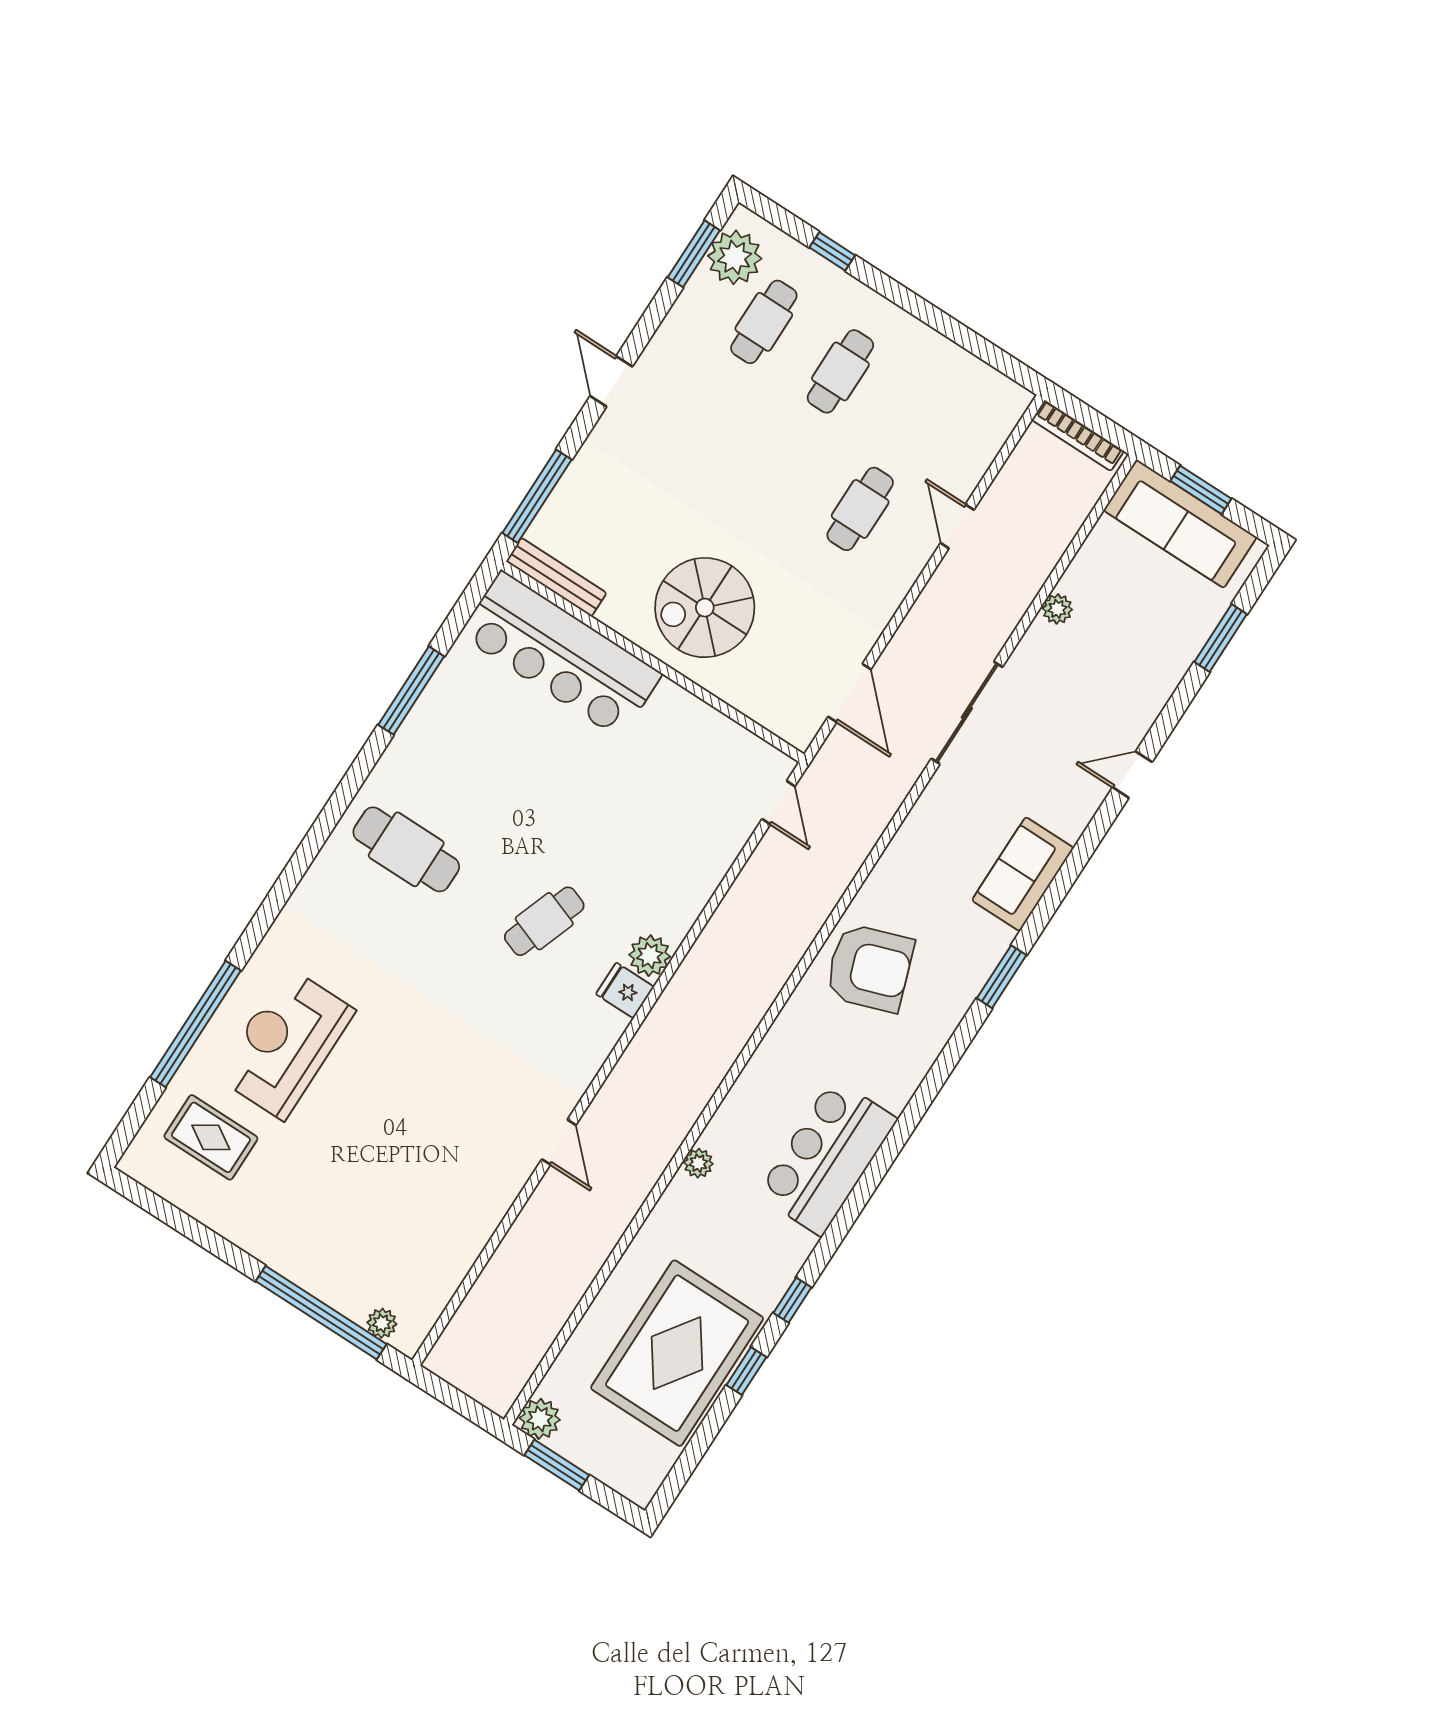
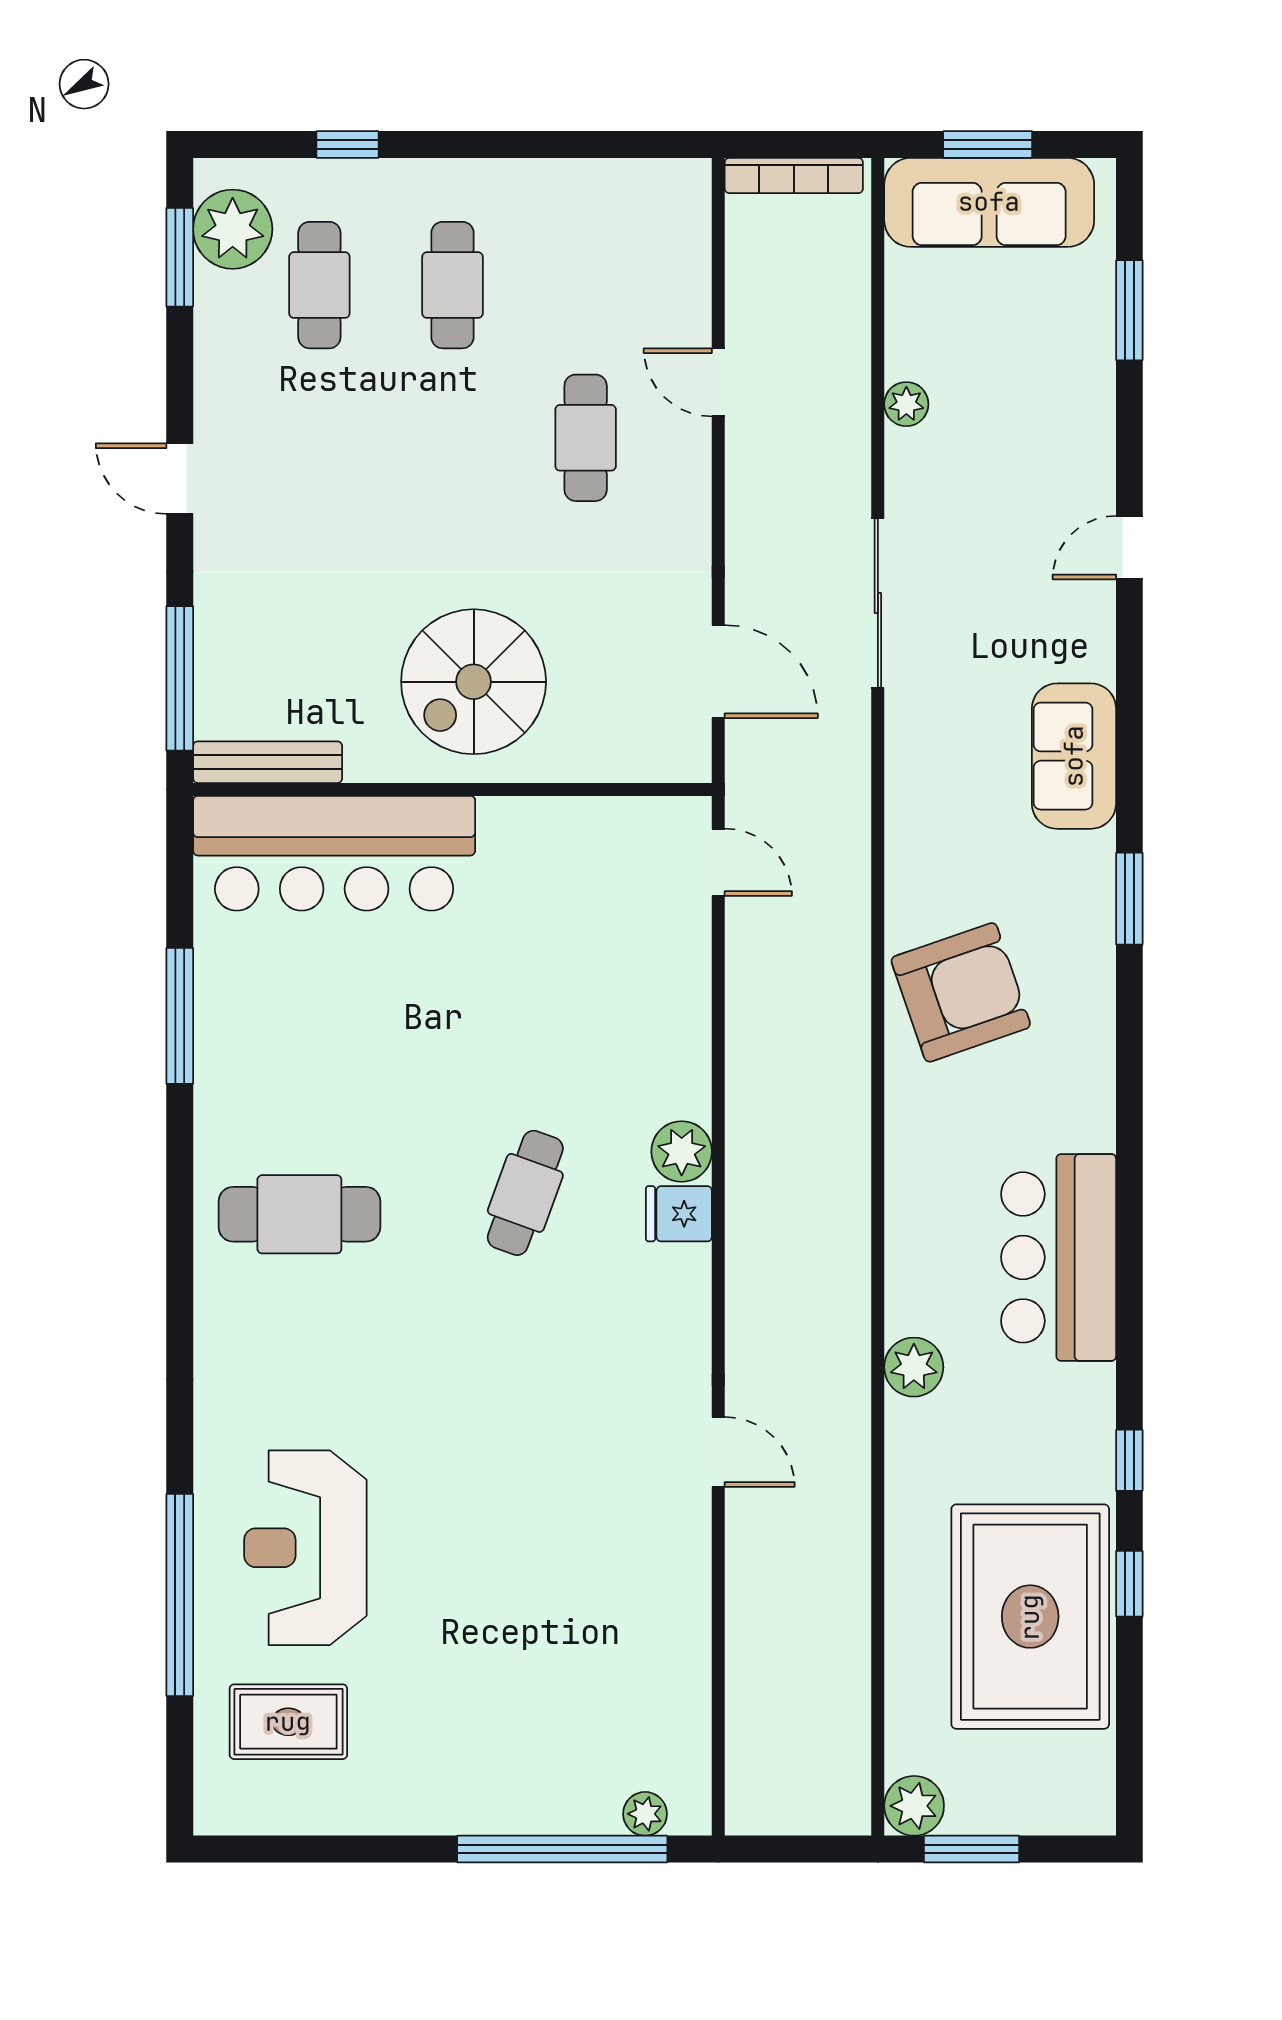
plant: (698, 1163) -> (914, 1367), width x1.38, depth x1.38

